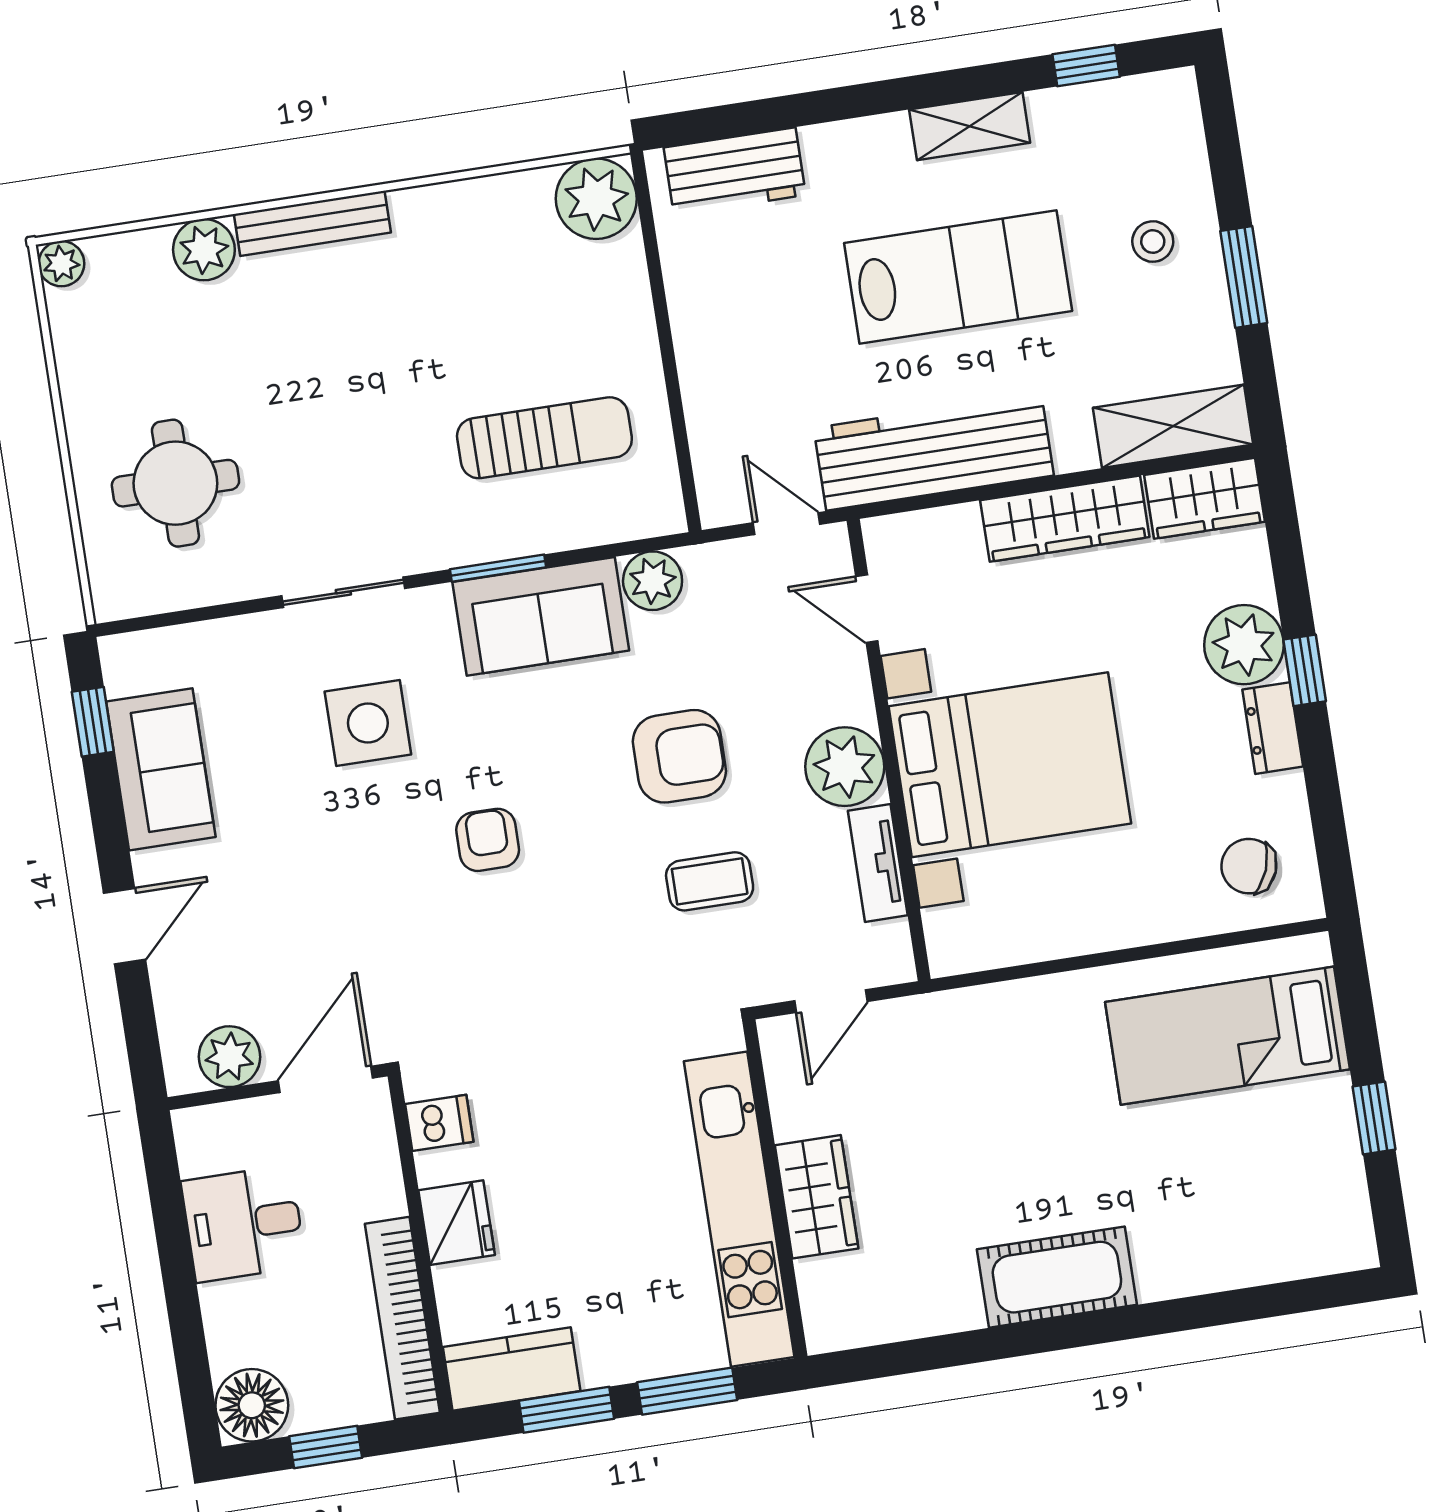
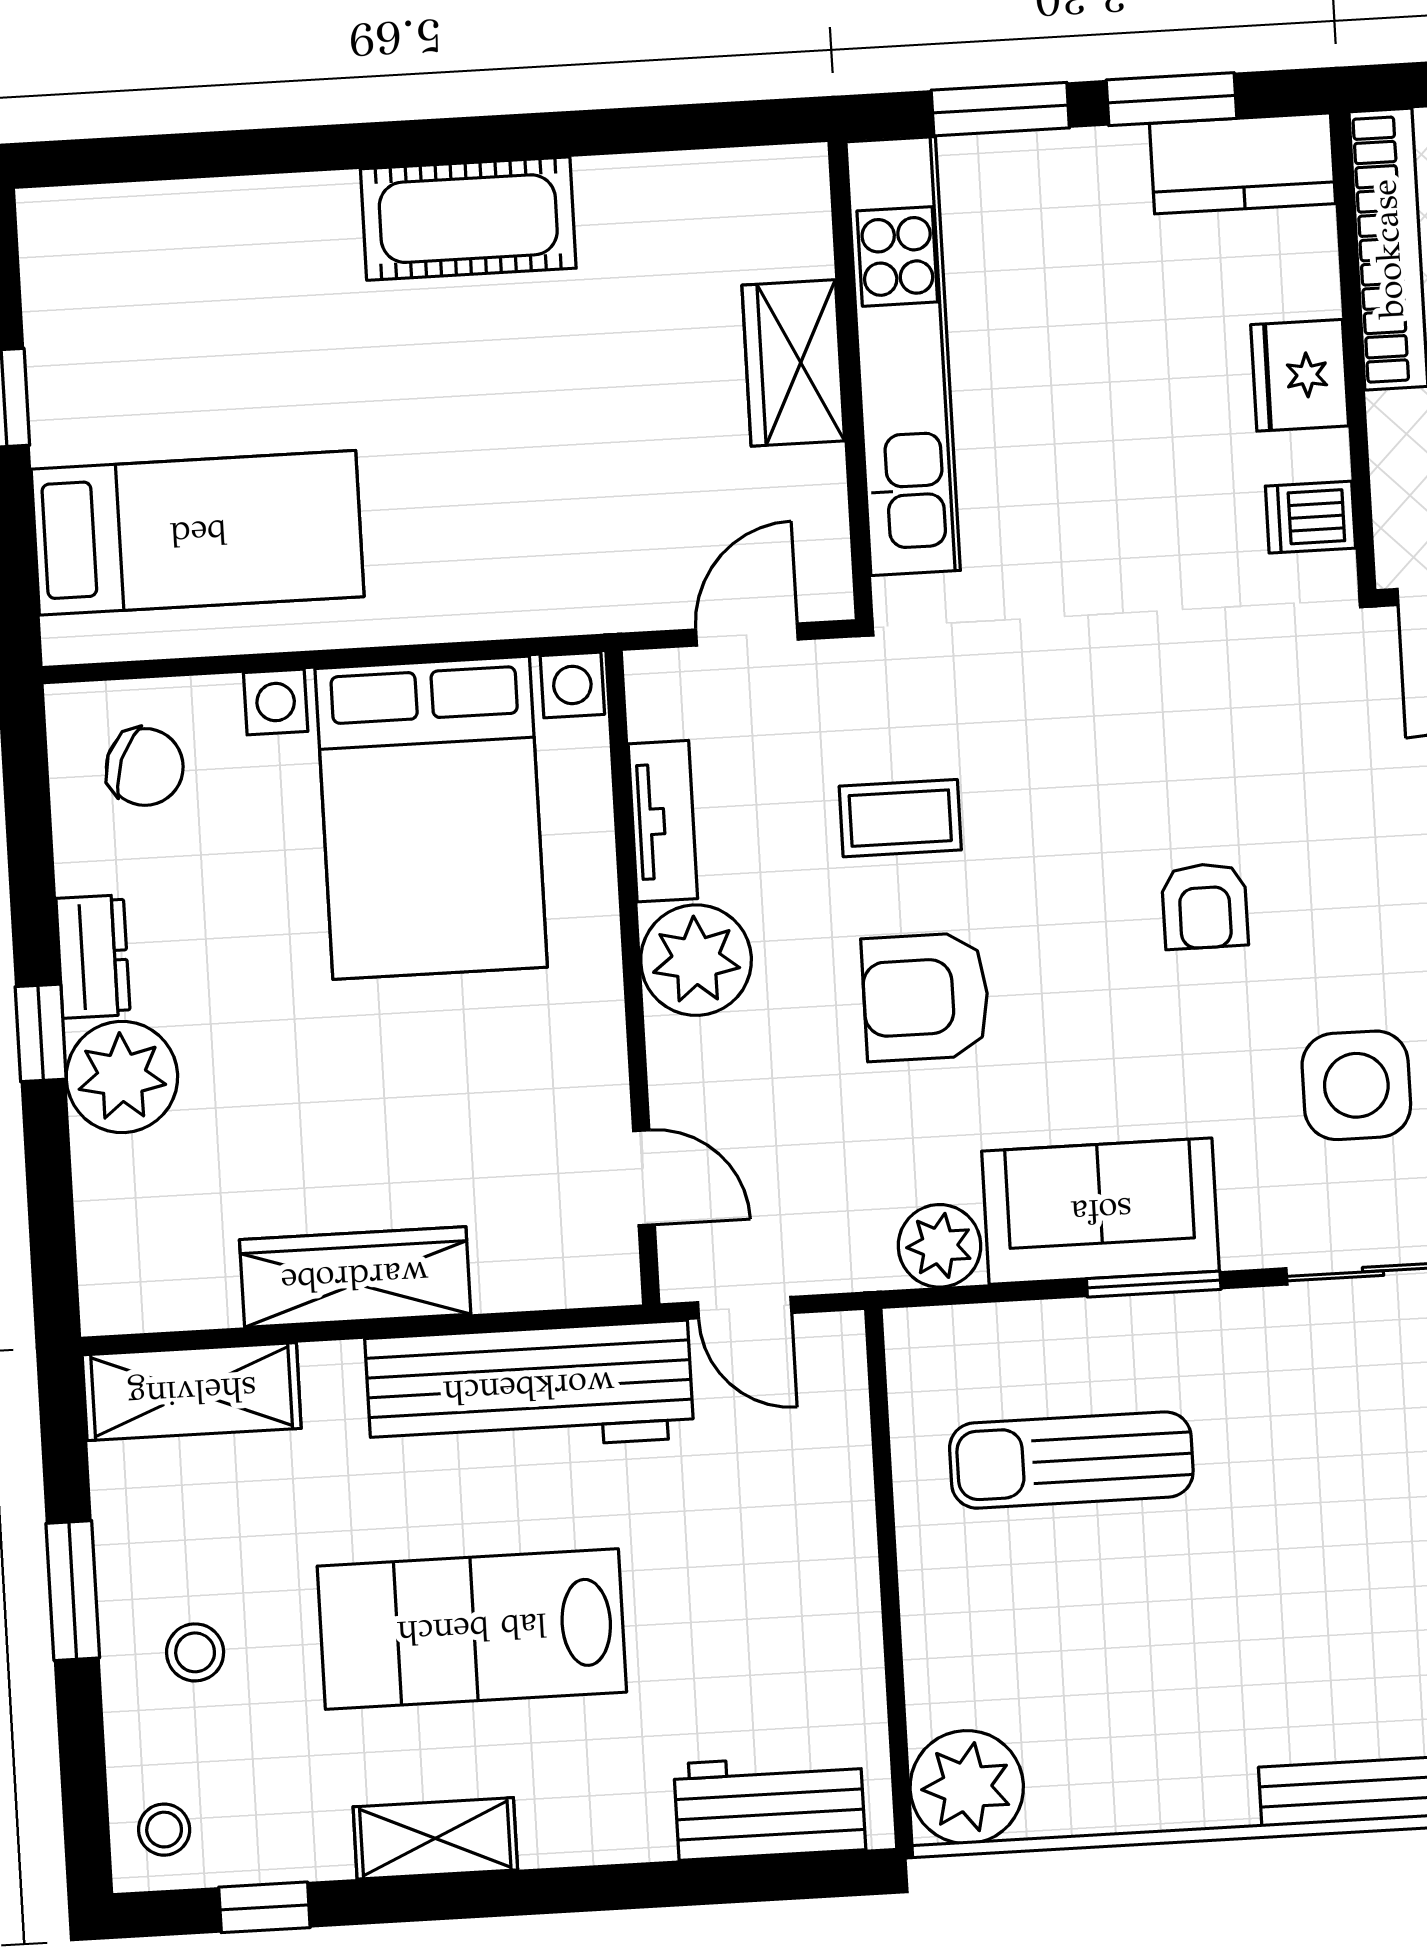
stool: (1163, 114) -> (164, 1830), added
wardrobe: (1204, 498) -> (157, 1287), removed
bed with nightstands: (1010, 765) -> (431, 818), moved, turned -90

